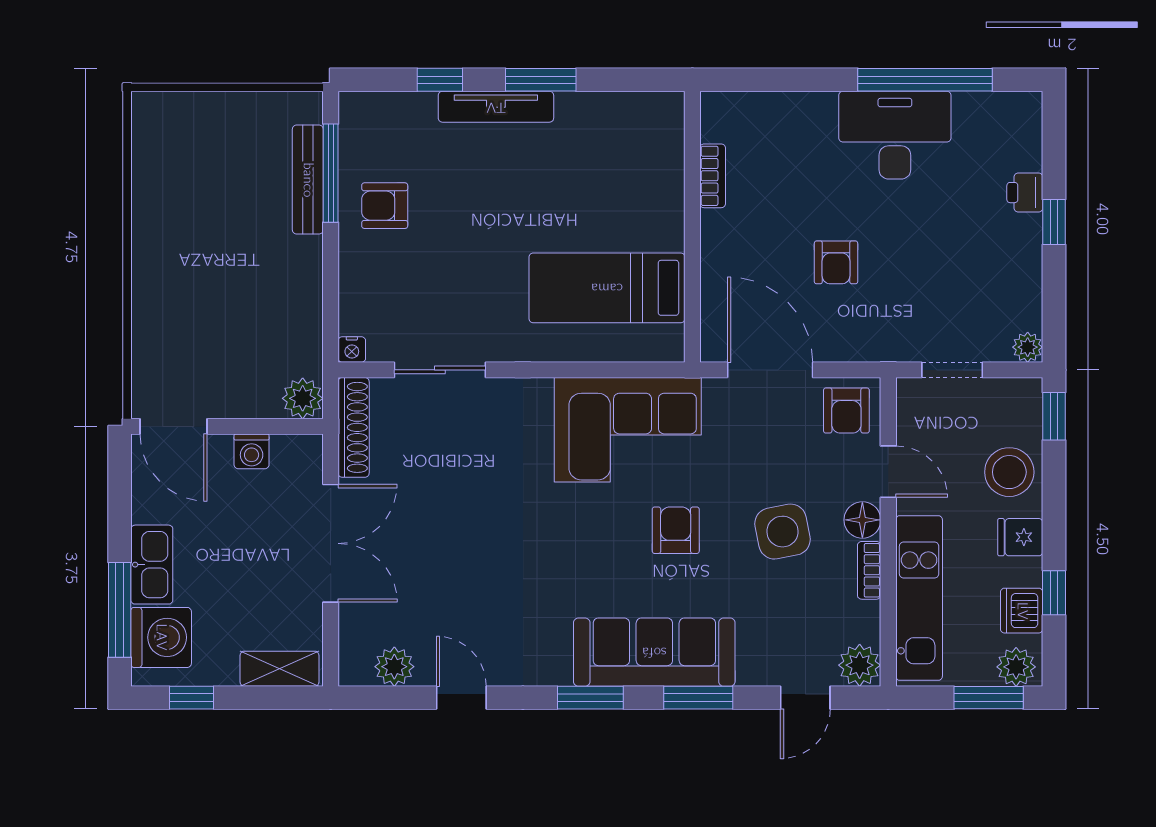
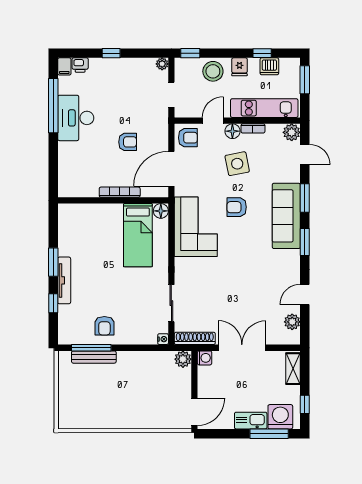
filing cabinet: (1021, 107) -> (64, 66), added
bookcase: (713, 176) -> (120, 192), moved, width x1.56
printer: (1025, 193) -> (80, 65), moved
floor lamp: (667, 344) -> (161, 211), added
washing machine: (252, 451) -> (205, 358), moved
plant: (1016, 667) -> (292, 69), removed

